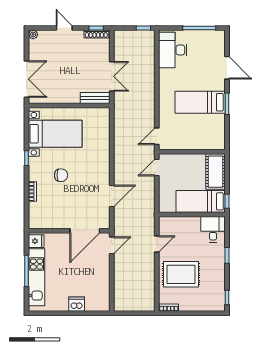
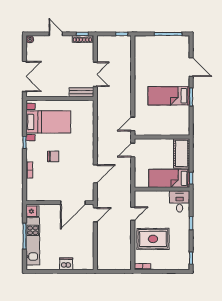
desk: (173, 50) -> (146, 52), removed

